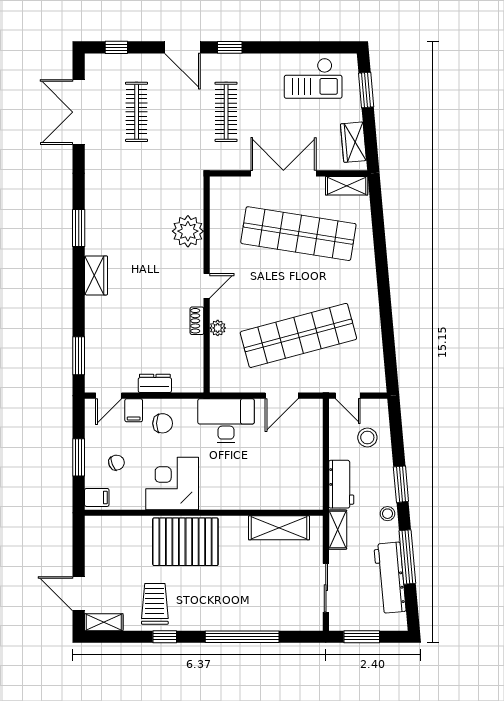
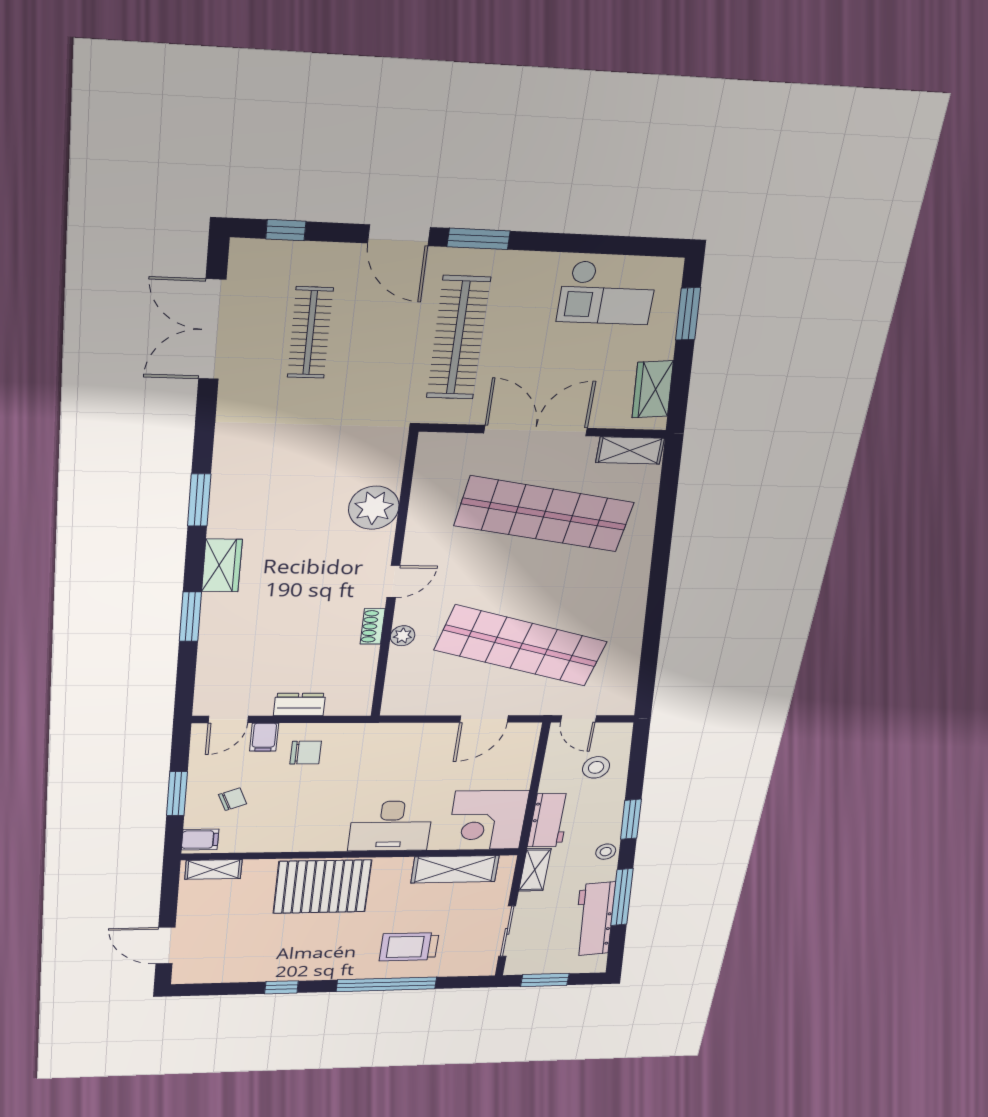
window: (230, 47) -> (479, 239), width x1.50
clothes rail: (226, 112) -> (458, 338), width x1.37, depth x1.31
shop shelf: (298, 335) -> (521, 646), turned 30
window: (79, 356) -> (190, 617), moved
desk: (226, 421) -> (391, 826), moved, turned 180
corner desk: (172, 483) -> (488, 820), moved, turned -90
trolley: (155, 604) -> (409, 947), moved, turned -90
shelving: (104, 622) -> (213, 869), moved

